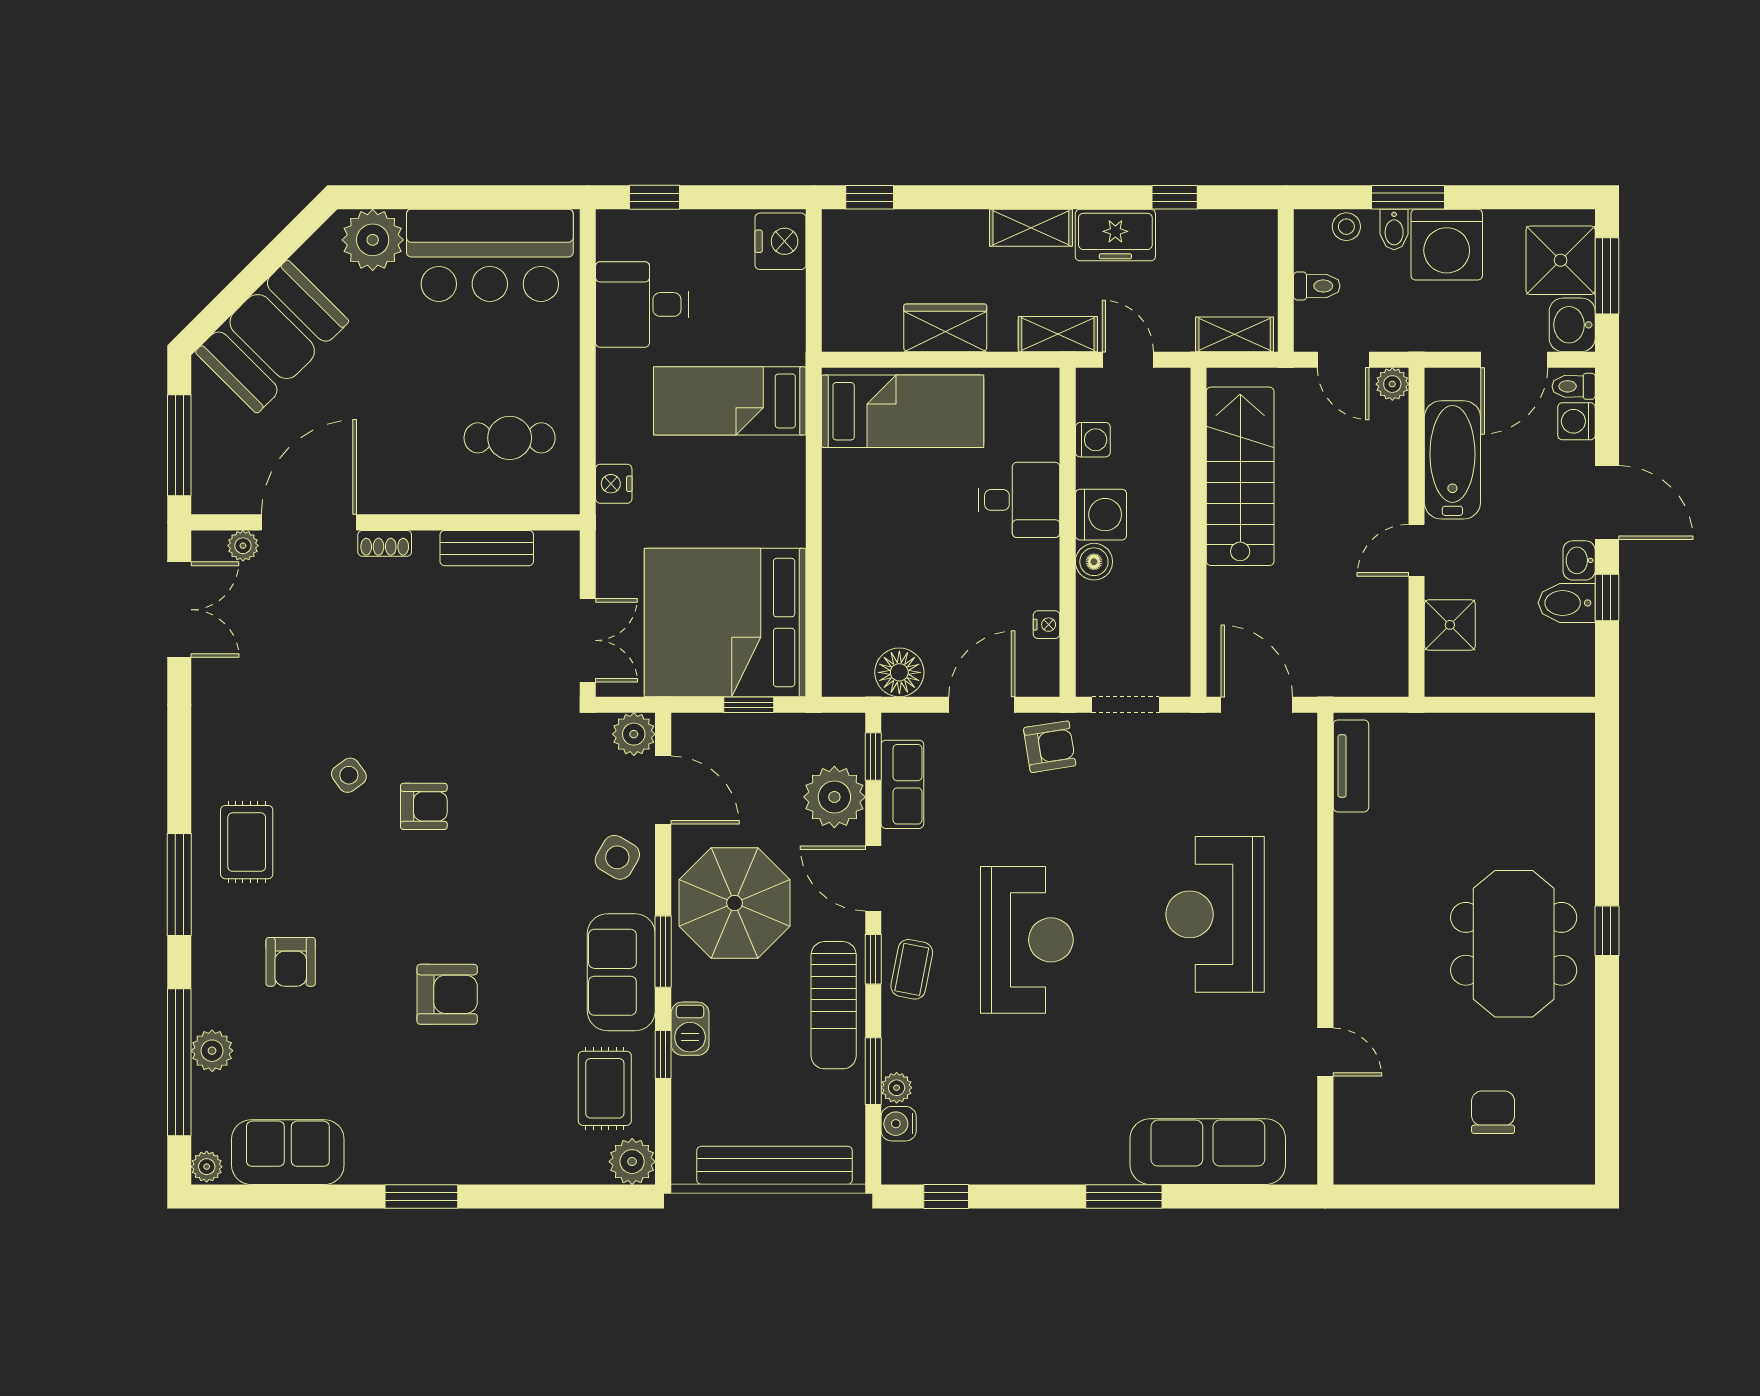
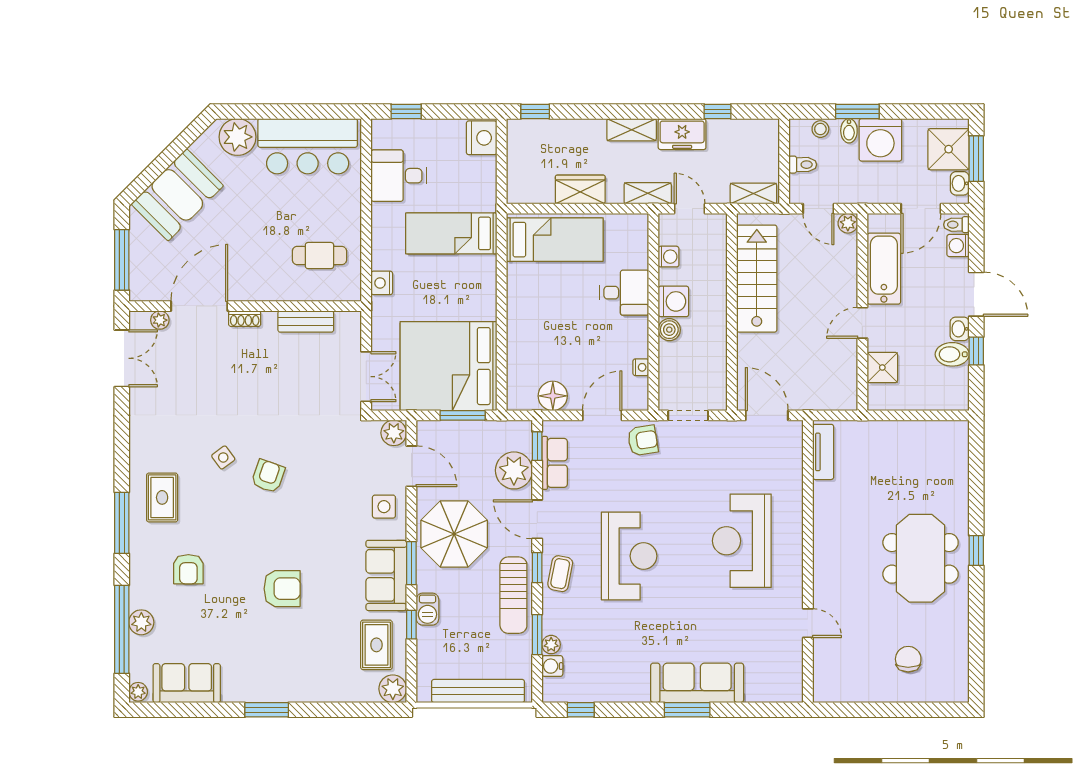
washbasin: (1572, 325) -> (960, 183), width x0.72, depth x0.69
window: (749, 705) -> (463, 415), width x1.50
armchair: (424, 806) -> (268, 476), turned -71
side table: (617, 857) -> (384, 507), turned -30
sofa: (1208, 1152) -> (697, 683), moved

